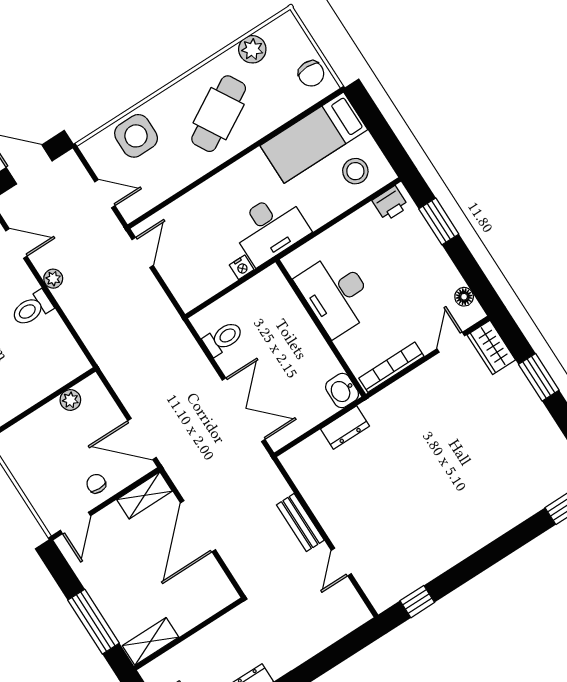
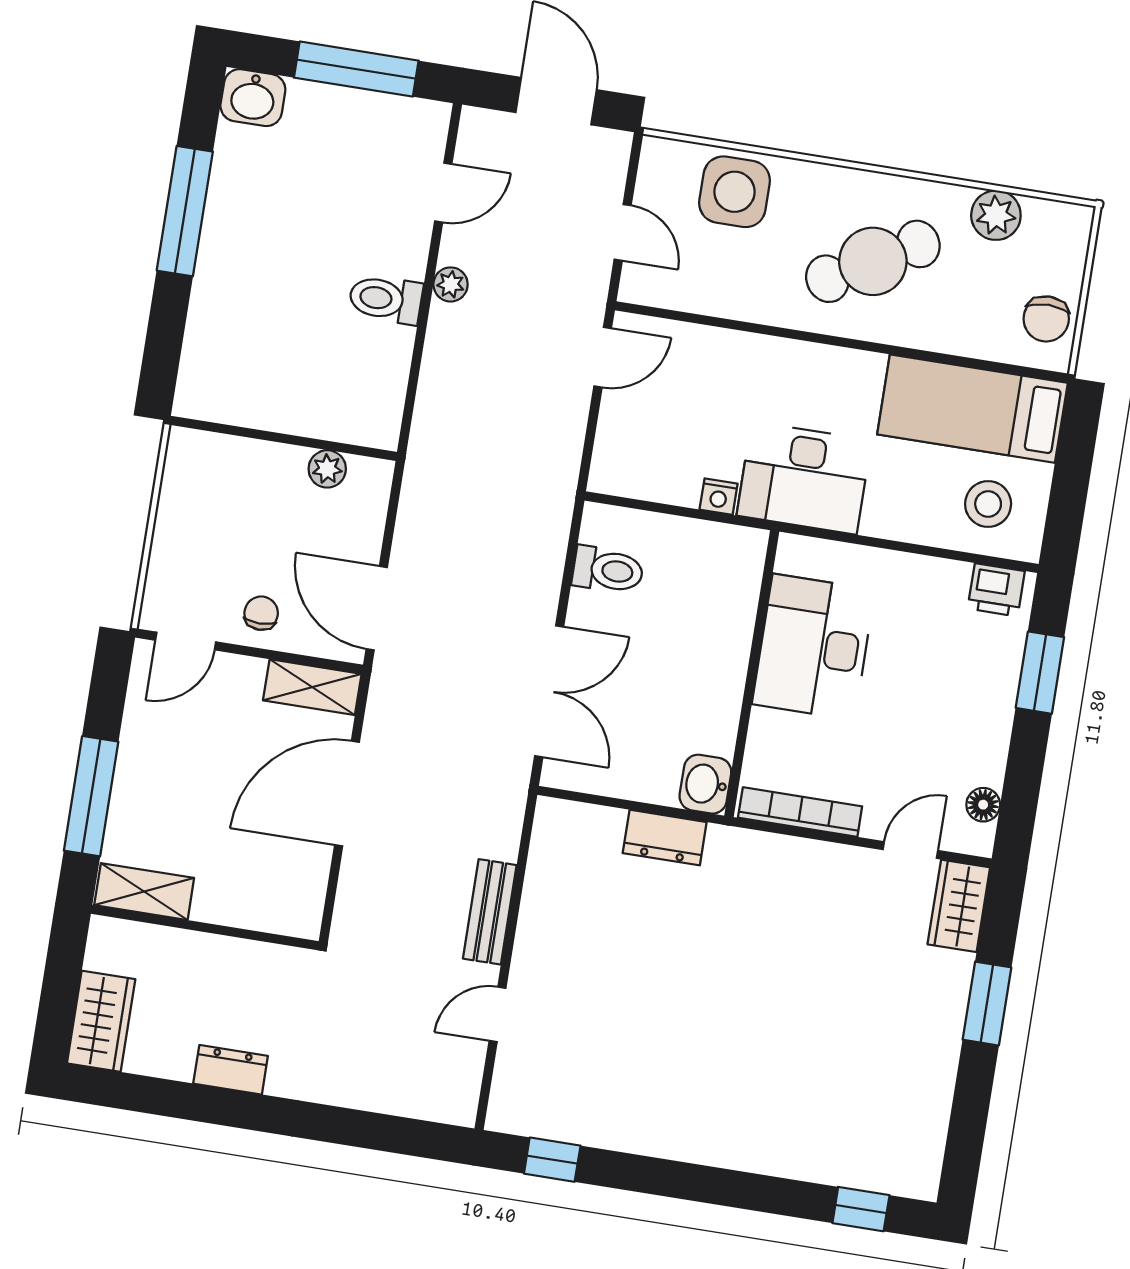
door: (16, 243) -> (443, 193), hinge flipped

